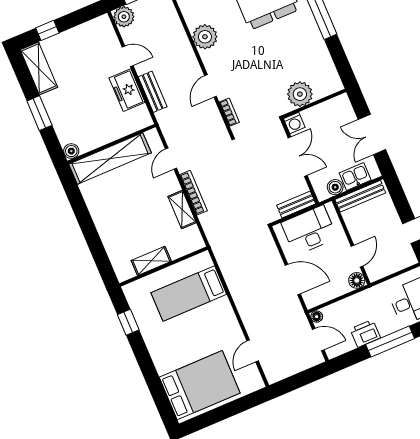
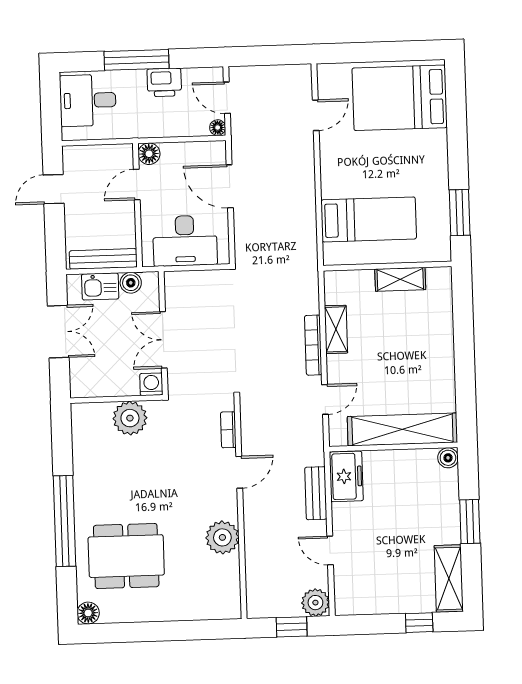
freezer: (127, 90) -> (346, 476), moved
bench: (296, 205) -> (189, 280), removed
window: (128, 322) -> (460, 213), width x1.50

